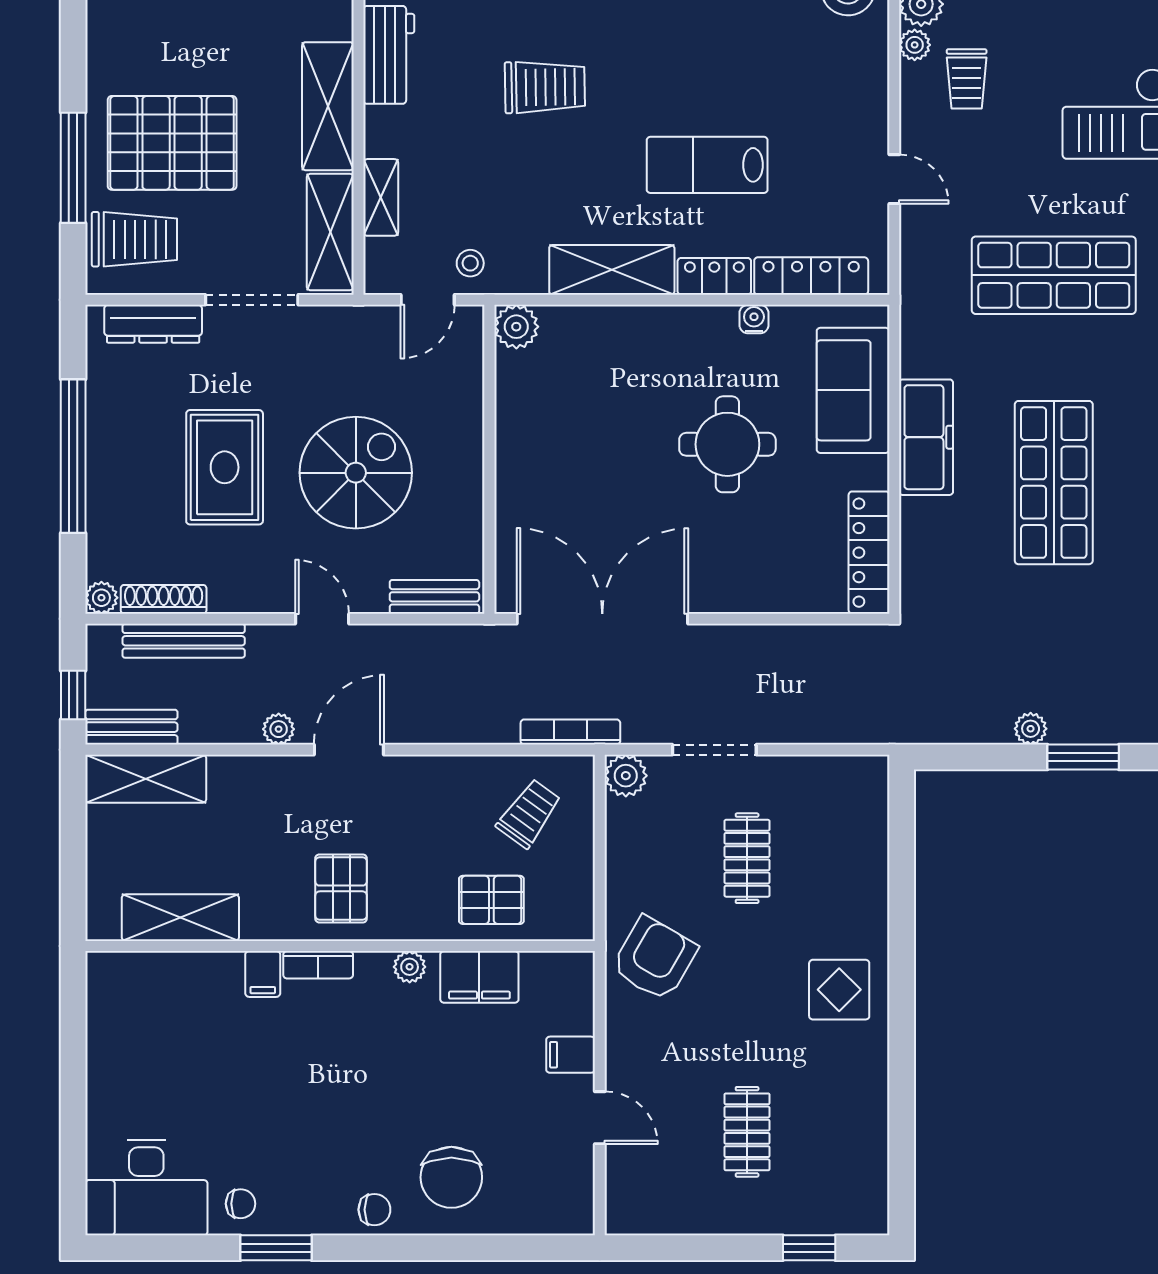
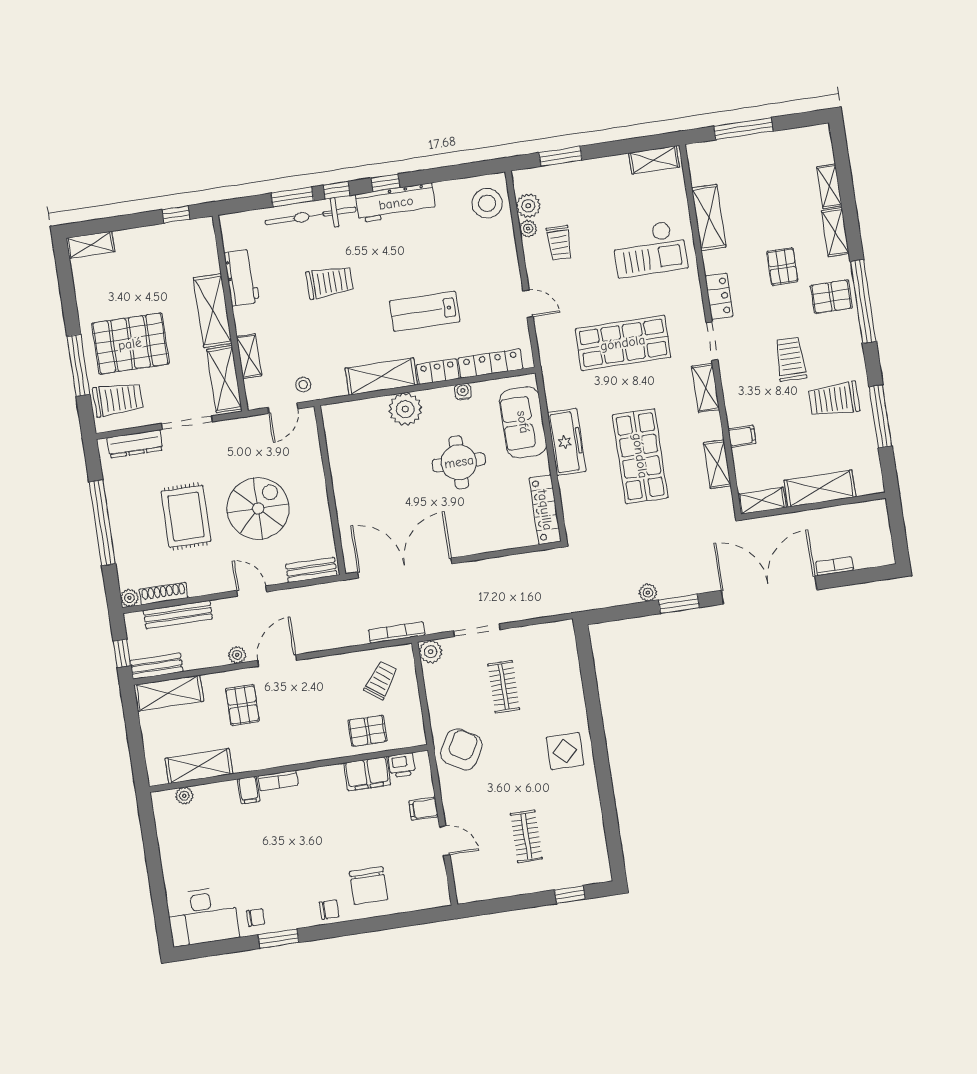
plant: (516, 327) -> (405, 409), moved, width x1.36, depth x1.36
pallet: (341, 888) -> (242, 705), moved
plant: (410, 967) -> (184, 796), moved
printer: (544, 971) -> (402, 765), added

